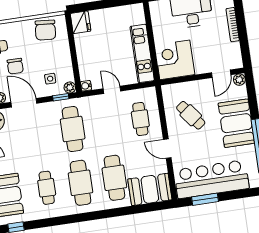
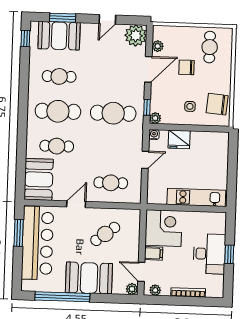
fridge: (81, 22) -> (179, 139), moved
kitchen unit: (142, 53) -> (196, 197), moved
plant: (236, 57) -> (155, 290), added
filing cabinet: (201, 65) -> (154, 253), added
side table: (50, 79) -> (190, 106), moved
cafe table: (114, 178) -> (57, 146), width x0.73, depth x0.74

